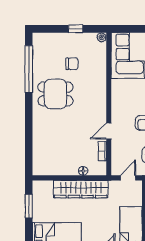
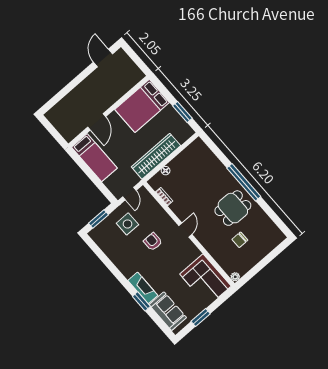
window: (76, 29) -> (259, 267), removed
window: (29, 69) -> (244, 182), moved
door: (109, 131) -> (185, 230), moved

